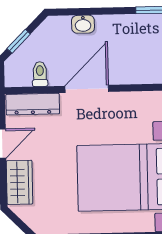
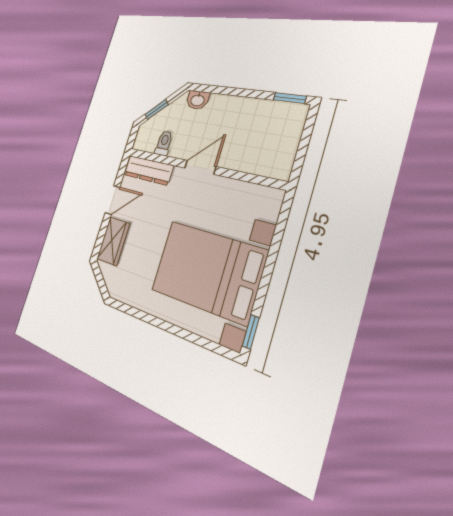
washbasin: (83, 24) -> (198, 100), moved
door: (87, 89) -> (200, 167), width x0.73

